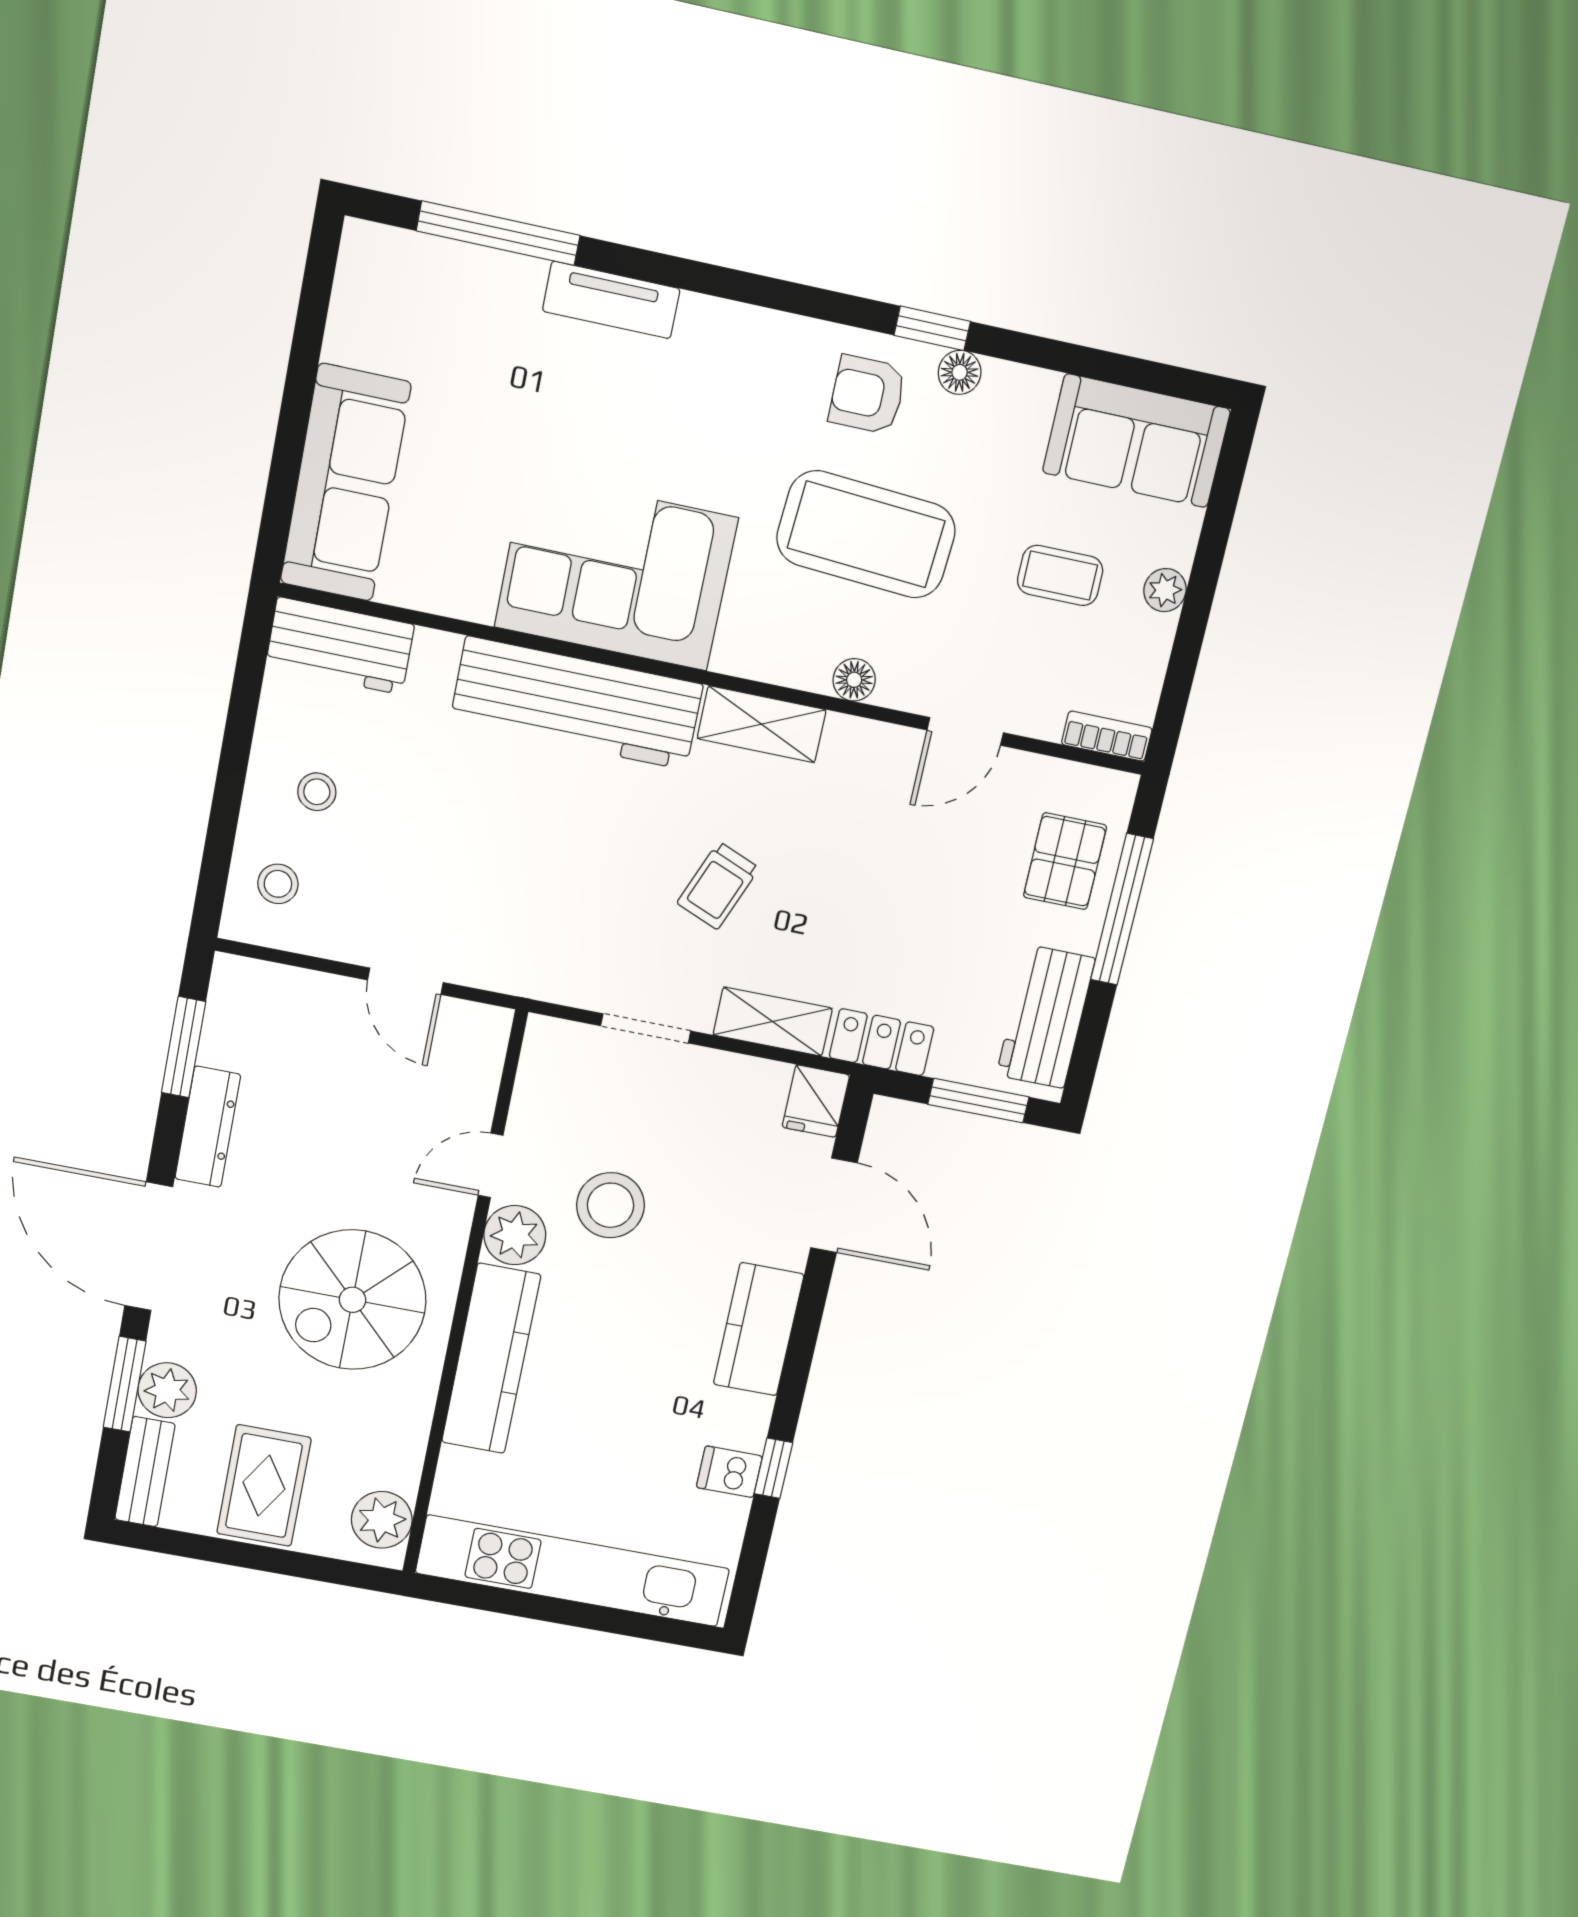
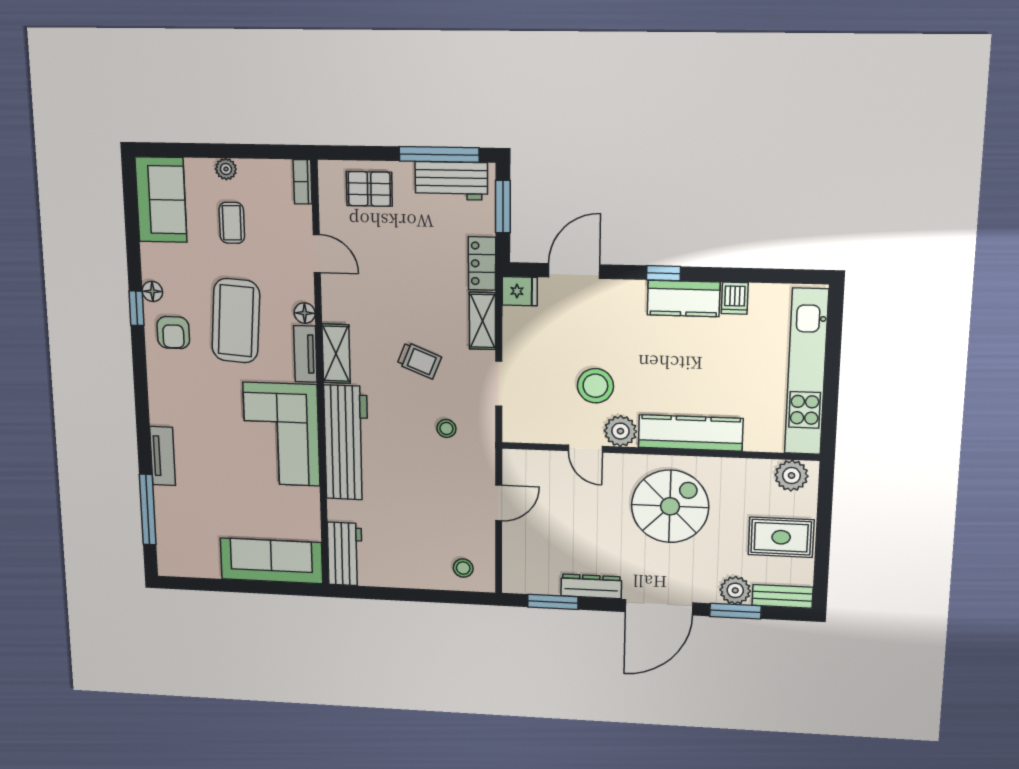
tv unit: (773, 662) -> (305, 354), added
stool: (317, 792) -> (446, 428), moved
window: (1122, 909) -> (439, 154), moved
spiral stairs: (353, 1300) -> (670, 506), turned -90
kitchen counter: (759, 1329) -> (684, 298), moved
window: (773, 1468) -> (663, 273), moved

